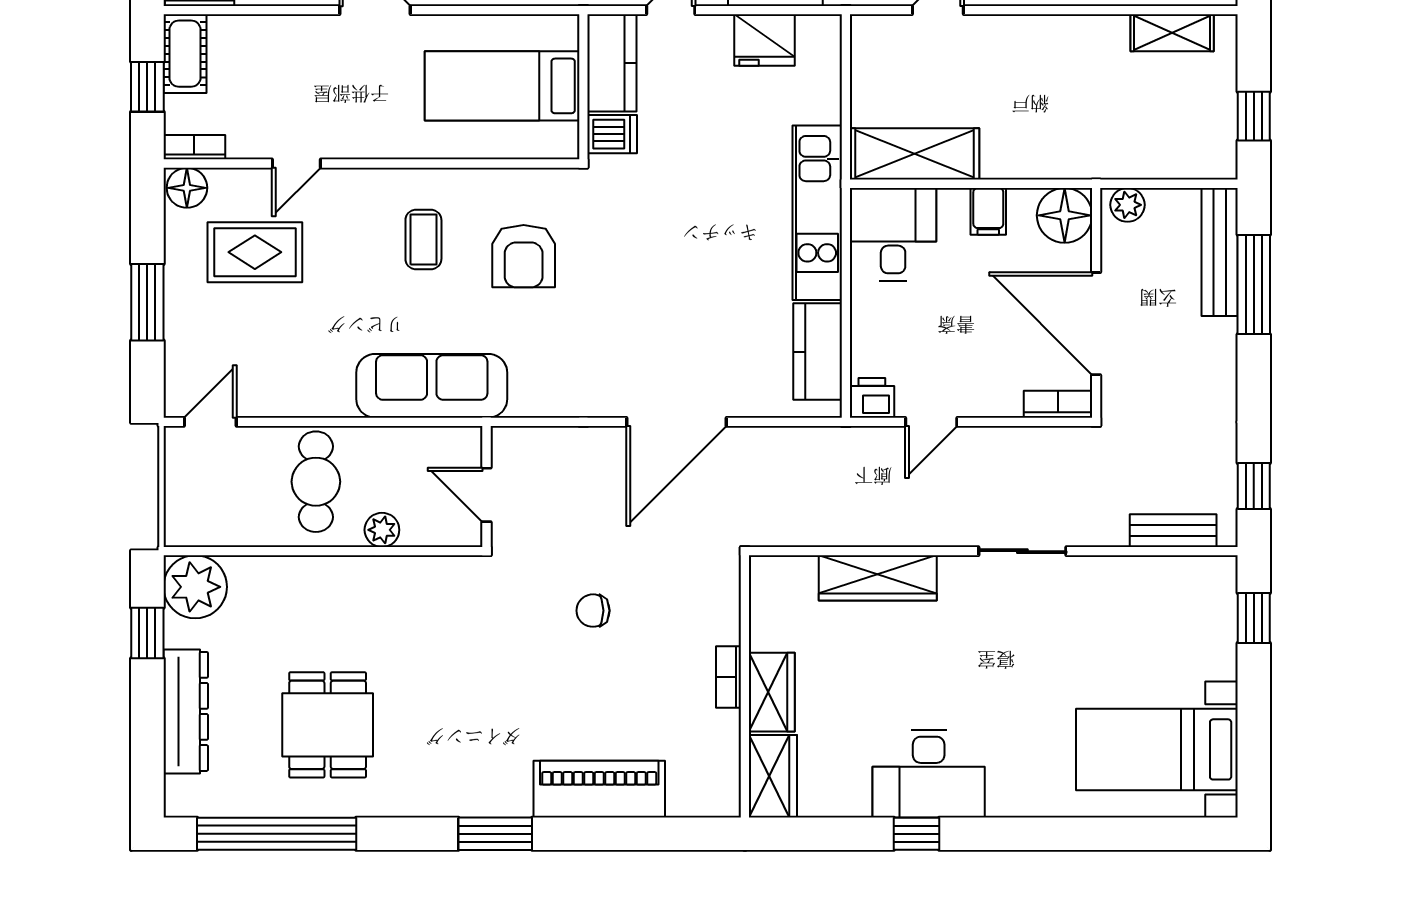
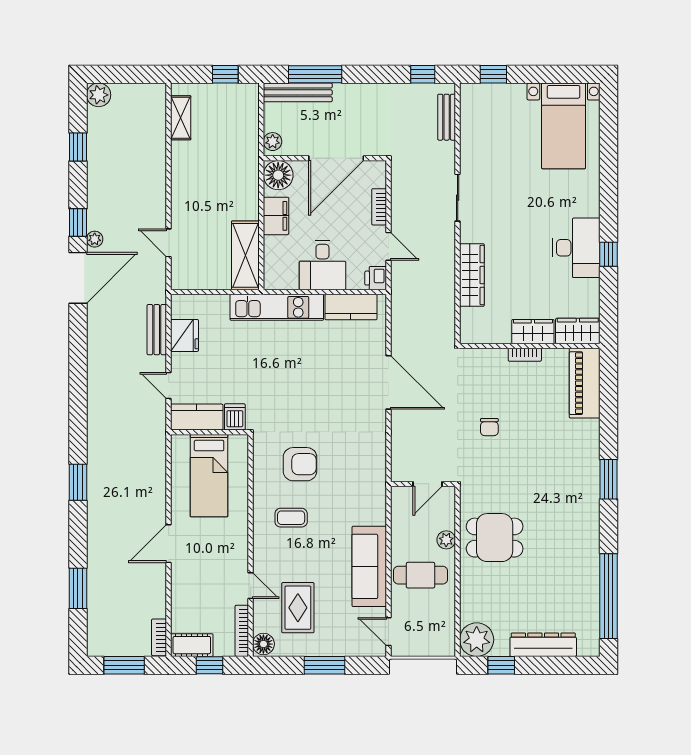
bookcase: (194, 147) -> (242, 631), width x1.56
filing cabinet: (988, 211) -> (276, 216), width x2.00
desk: (893, 234) -> (322, 265), moved, turned -90
sofa: (432, 386) -> (369, 566), moved
bookcase: (1058, 404) -> (379, 207), moved
dining table: (328, 725) -> (495, 538), moved
piano: (599, 789) -> (585, 383), moved

